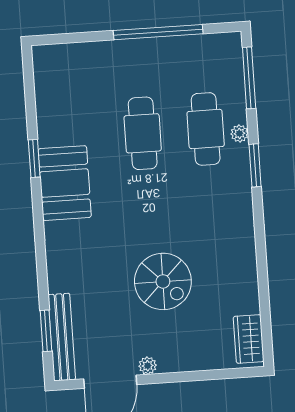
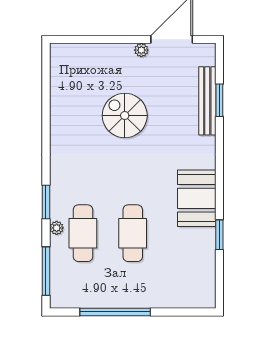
window: (34, 158) -> (219, 235), moved
window: (46, 331) -> (219, 100), moved
bench: (62, 337) -> (207, 101), moved
wardrobe: (249, 339) -> (60, 66), removed

